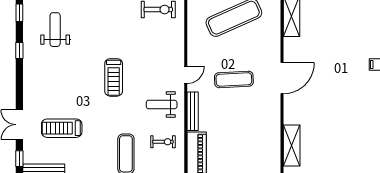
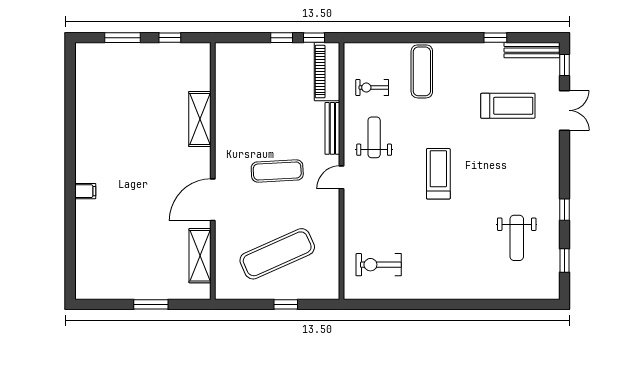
door: (282, 78) -> (213, 200), moved
weight bench: (162, 105) -> (374, 137), turned -90
shelving: (292, 146) -> (200, 119), moved

